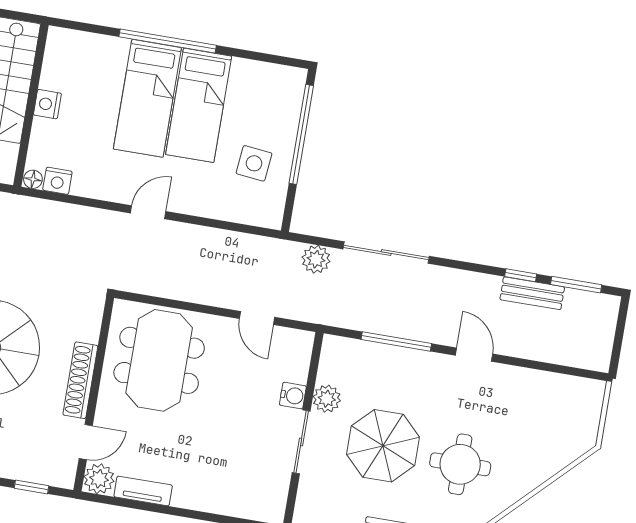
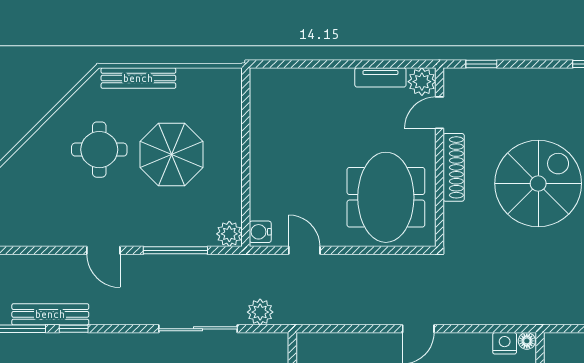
bench: (532, 293) -> (50, 314), width x1.36
water cooler: (293, 396) -> (260, 232), moved
plant: (327, 399) -> (229, 234), moved
sliding door: (301, 442) -> (246, 146), removed

